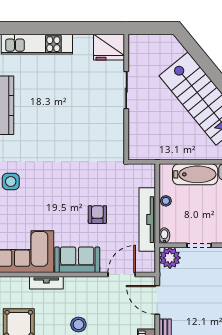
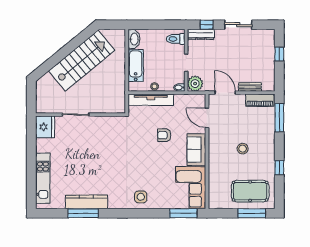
tv unit: (147, 220) -> (151, 100), moved
tv unit: (46, 283) -> (213, 172), removed
door: (157, 300) -> (225, 93), swing flipped

